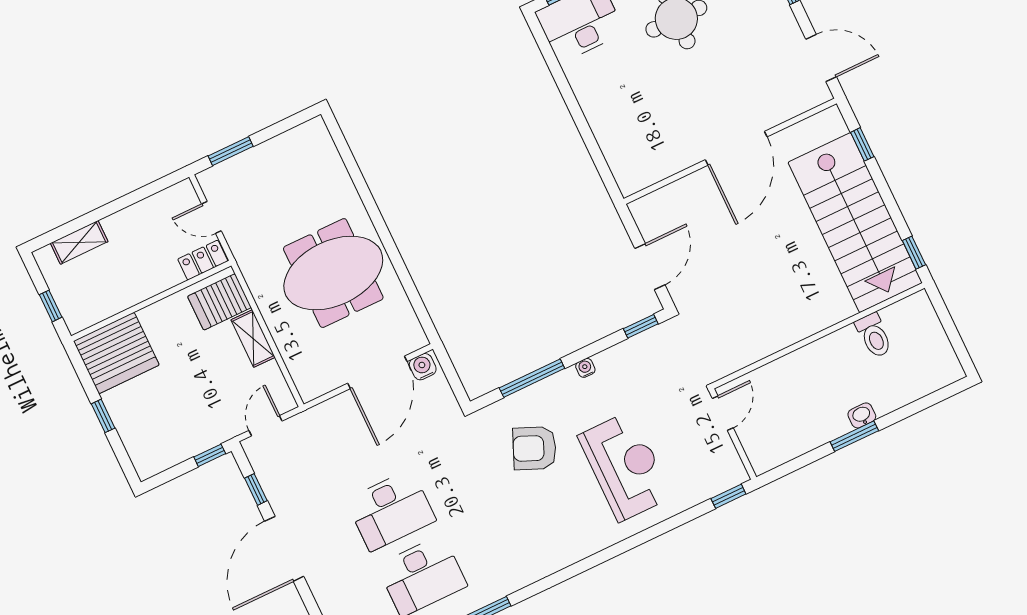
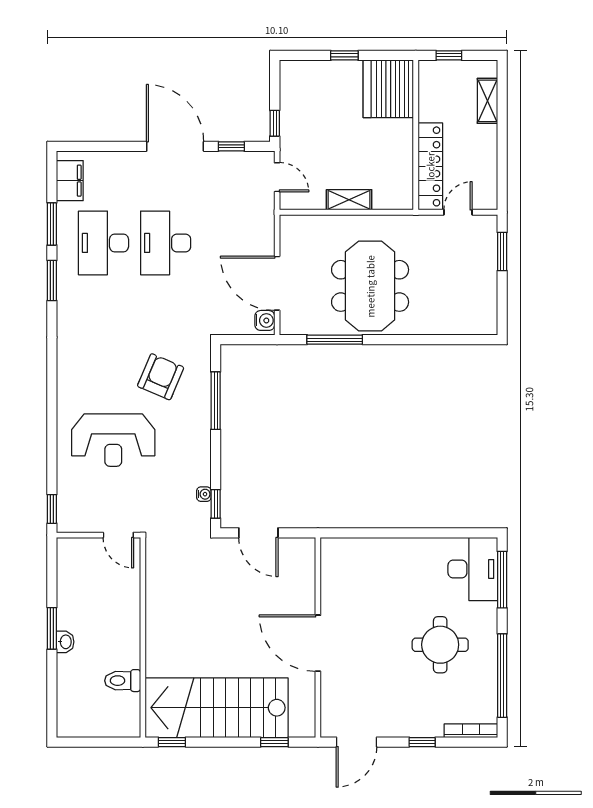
locker: (203, 260) -> (430, 166), width x2.16, depth x1.21
window: (408, 283) -> (335, 340), added
server rack: (219, 302) -> (390, 187), removed
water cooler: (585, 368) -> (204, 494), moved

